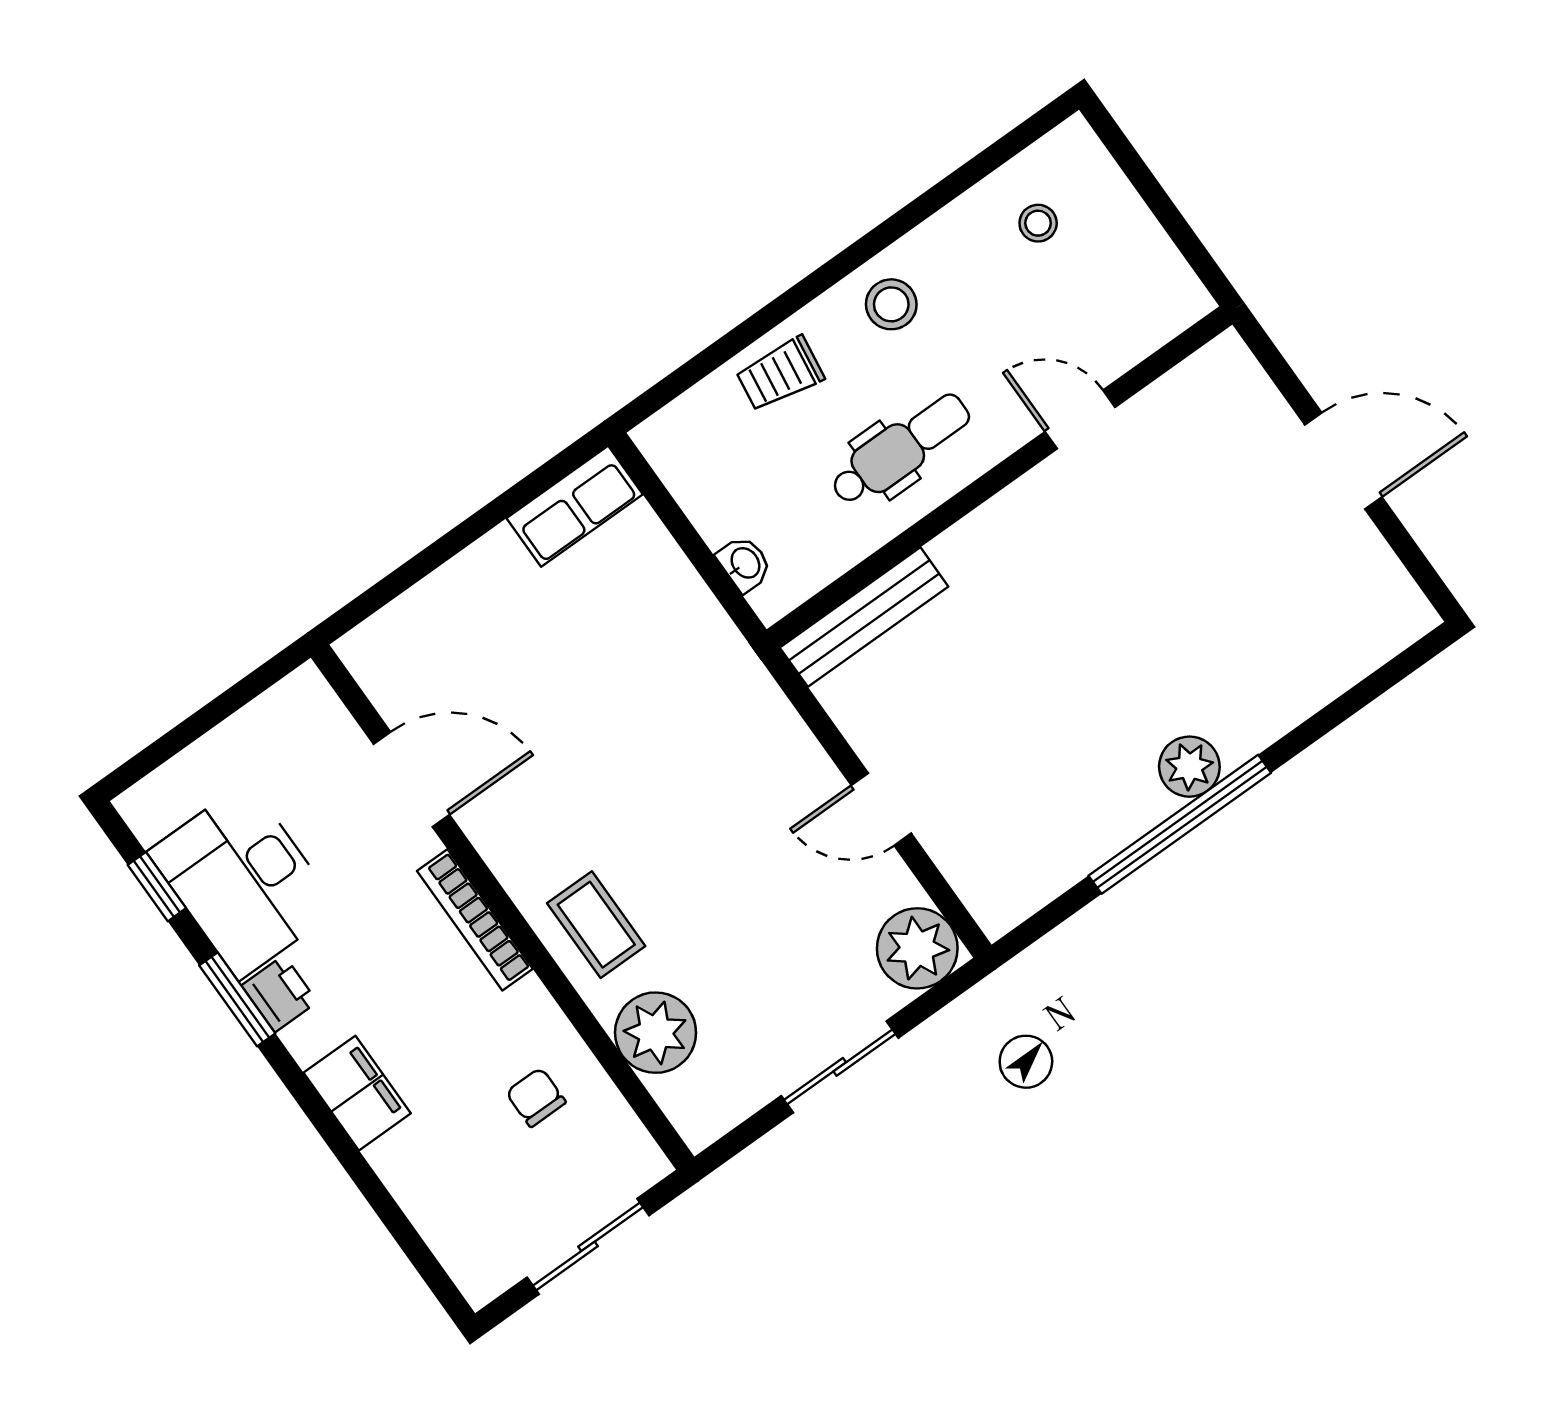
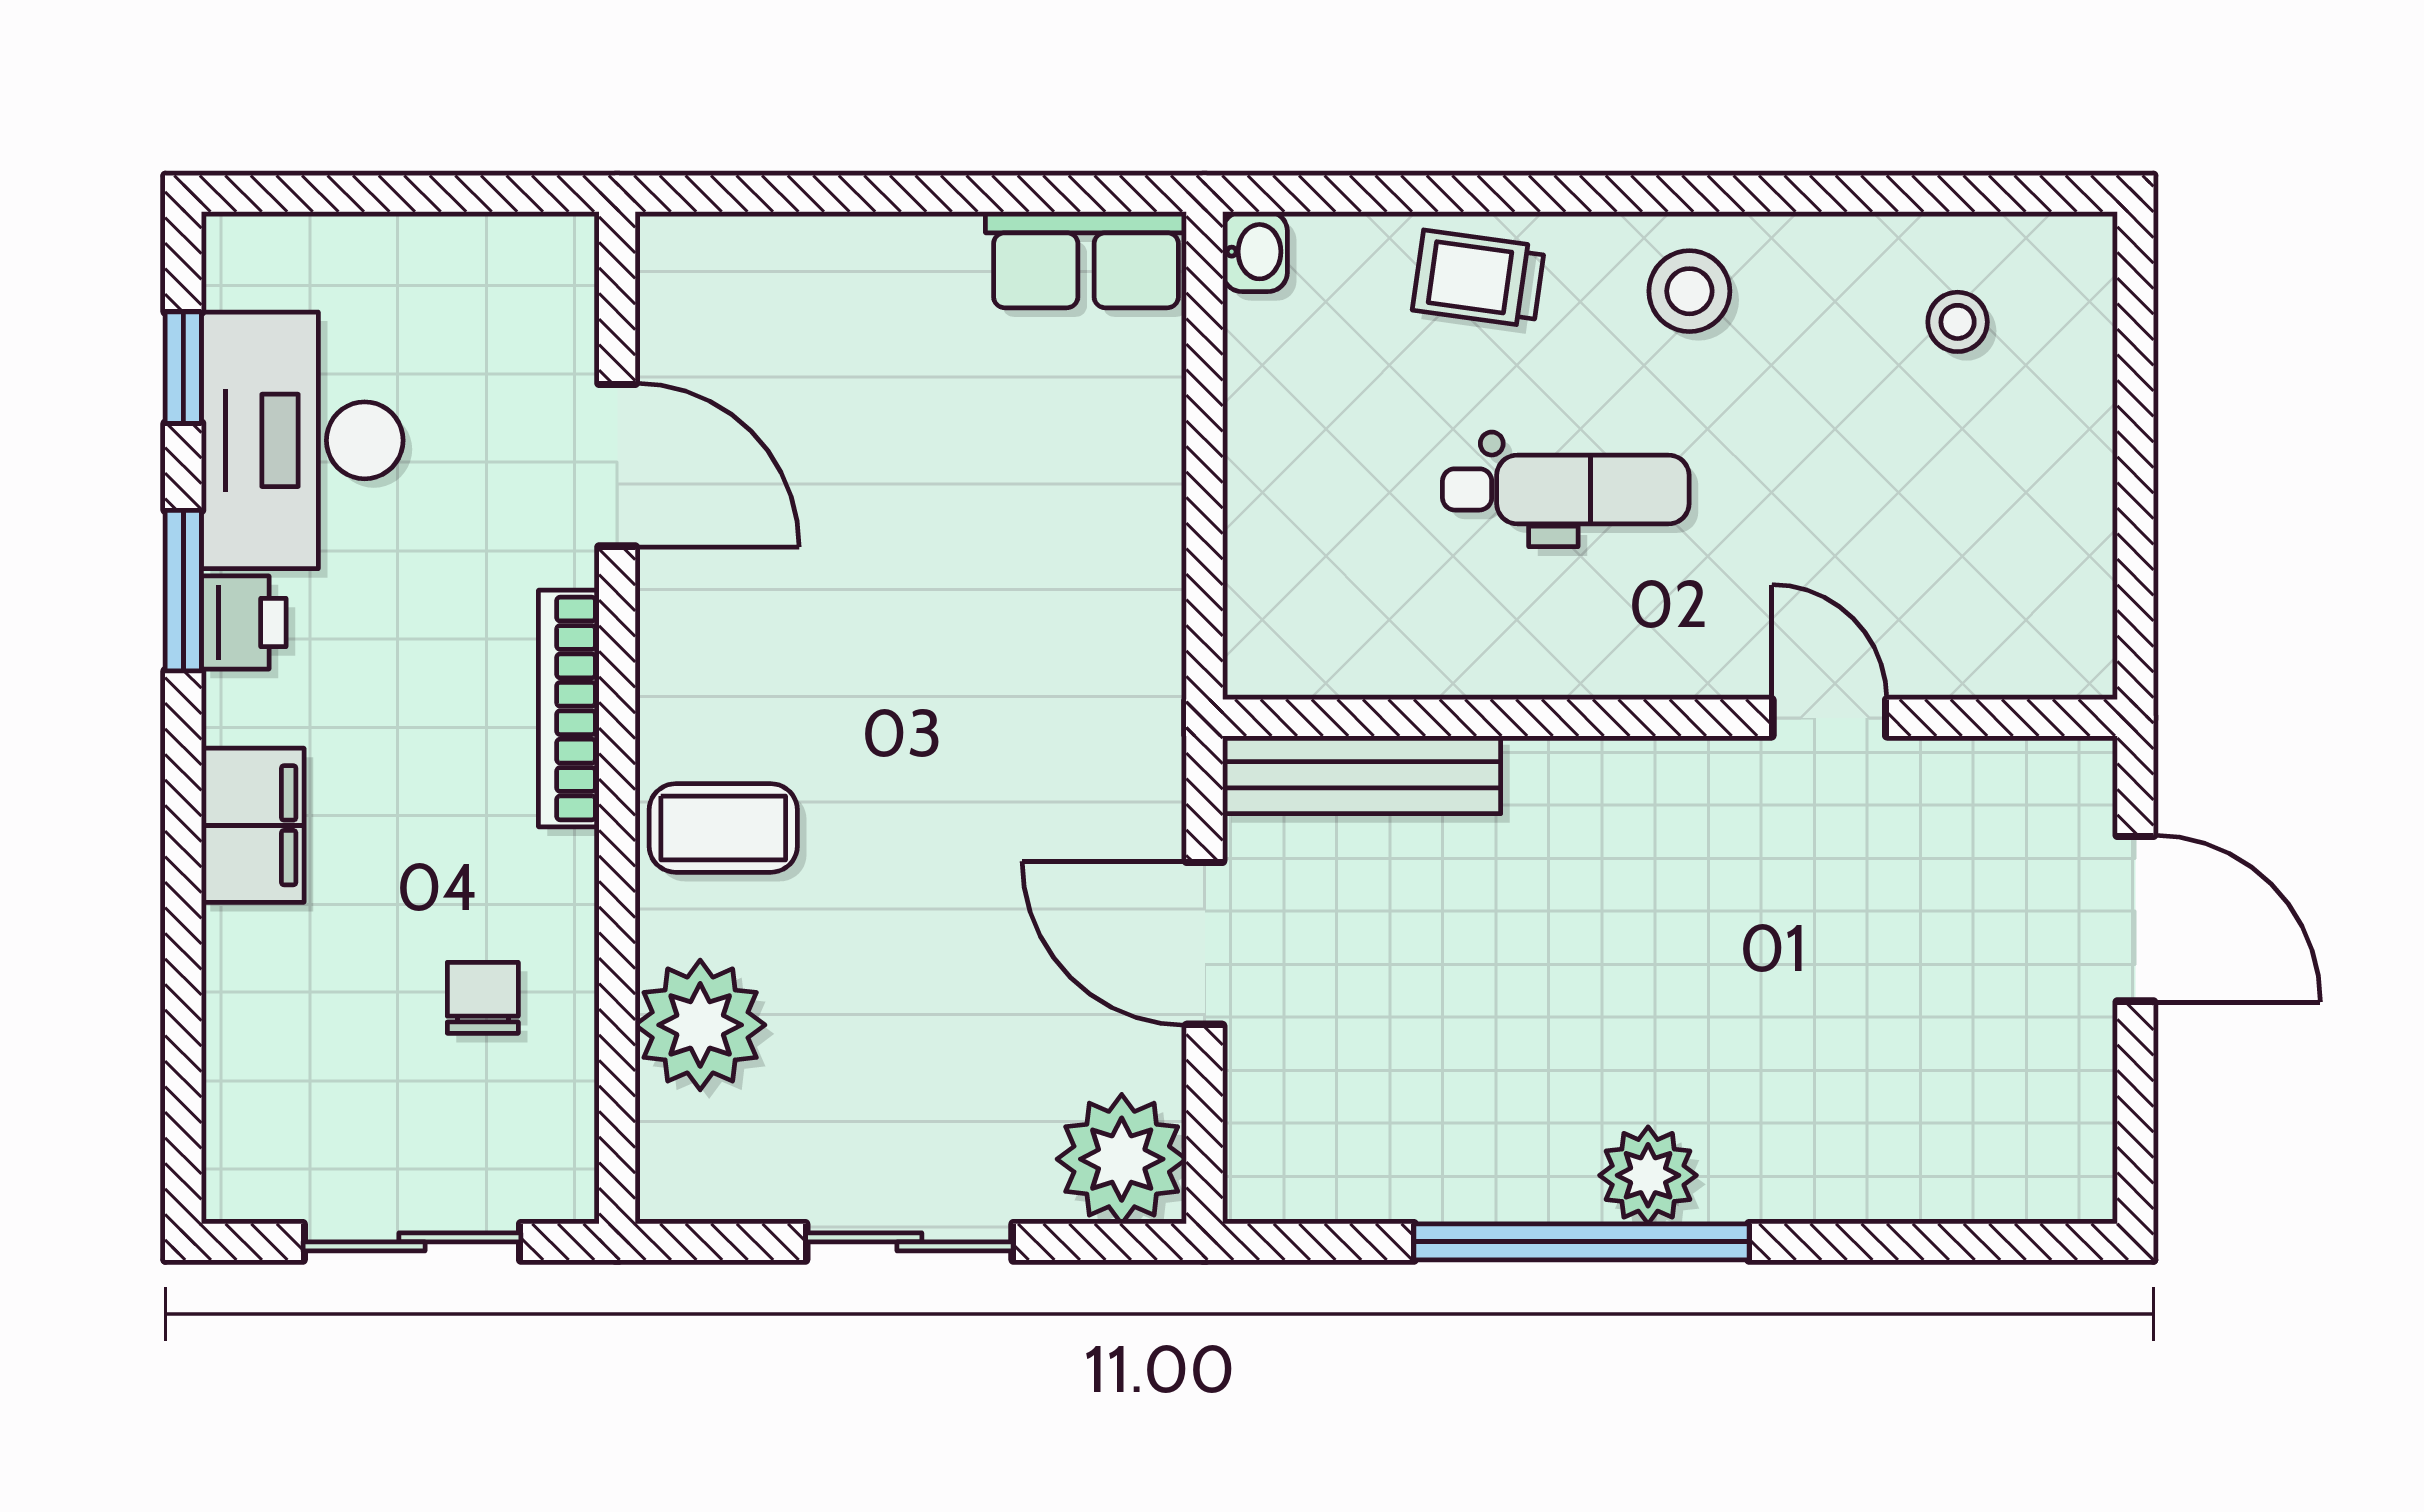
door: (1080, 419) -> (1829, 718), moved
wall: (999, 477) -> (1670, 718), moved
washbasin: (745, 564) -> (1255, 252), moved
bench: (864, 617) -> (1362, 775), moved
door: (881, 809) -> (1205, 943), width x1.38
coffee table: (596, 925) -> (723, 828), turned 90

